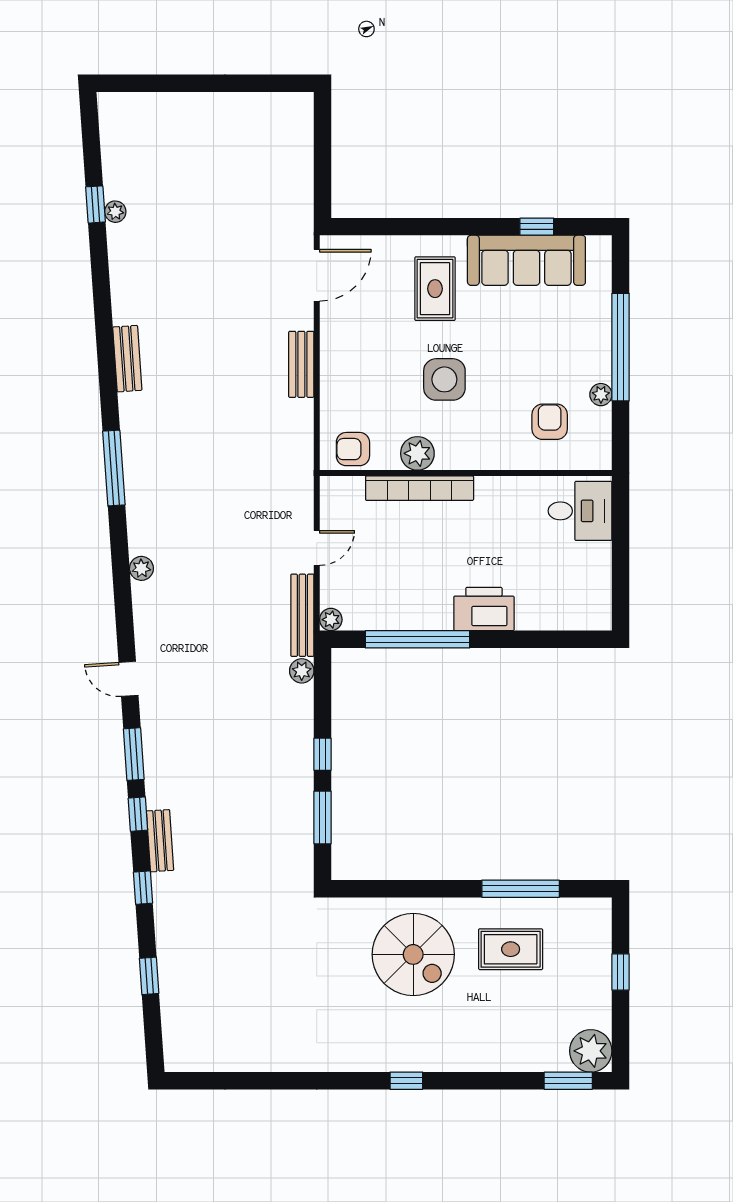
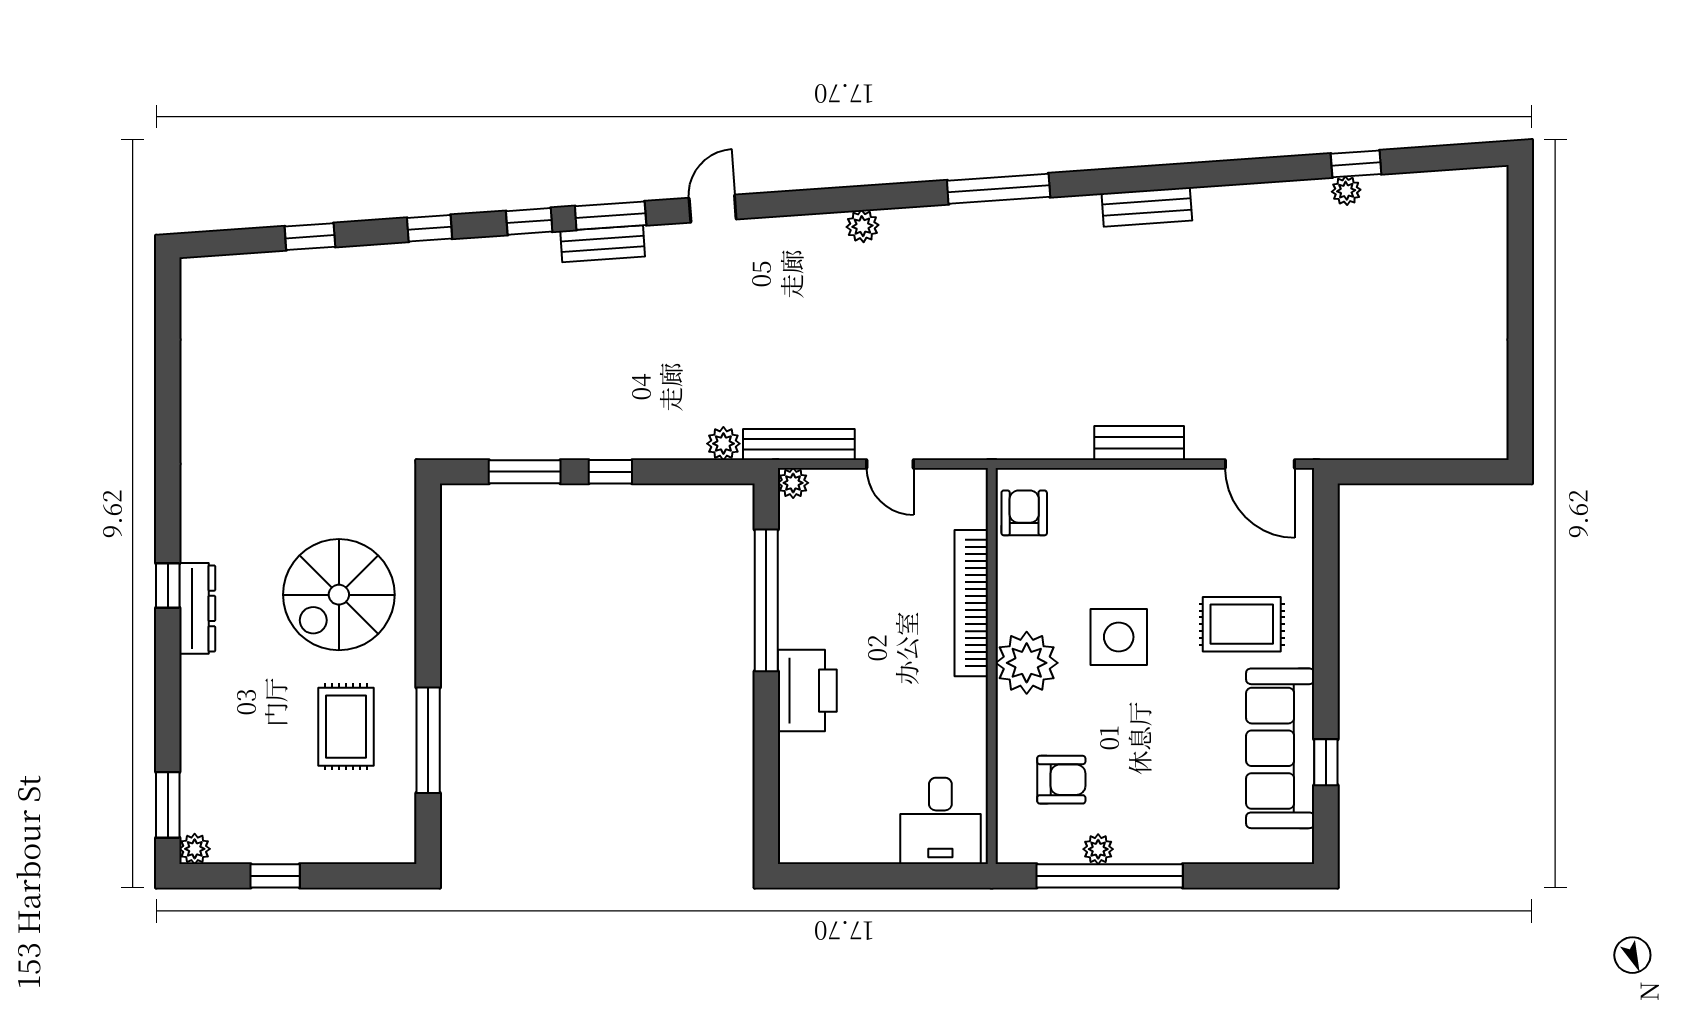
window: (621, 347) -> (1110, 876), moved
plant: (417, 453) -> (1027, 663), moved, width x1.36, depth x1.36
bench: (160, 841) -> (603, 244), moved
window: (621, 972) -> (275, 876), moved
plant: (591, 1051) -> (195, 849), width x0.53, depth x0.53
dresser: (423, 1059) -> (197, 608), added

